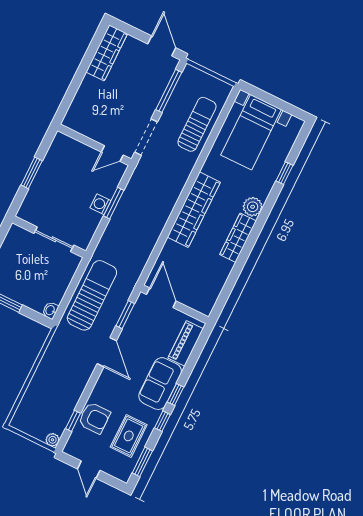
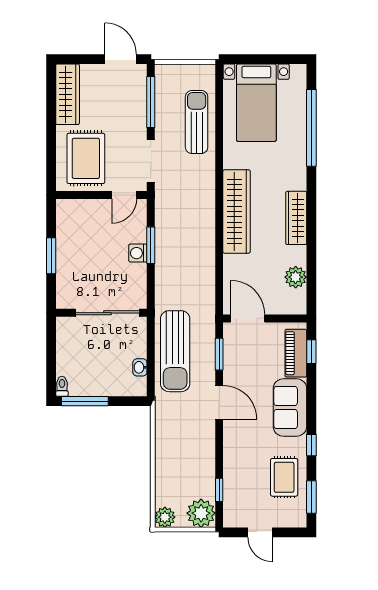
rug: (96, 110) -> (86, 158), added
window: (284, 173) -> (311, 128), width x3.17
plant: (253, 207) -> (296, 277), moved
sliding door: (54, 239) -> (108, 313), width x1.37
sun lounger: (92, 295) -> (175, 351), turned 180
washbasin: (50, 310) -> (140, 367), moved
window: (175, 395) -> (311, 352), moved
armchair: (94, 418) -> (240, 476), removed
plant: (20, 421) -> (165, 517), added
plant: (53, 440) -> (201, 513), width x1.88, depth x1.88

